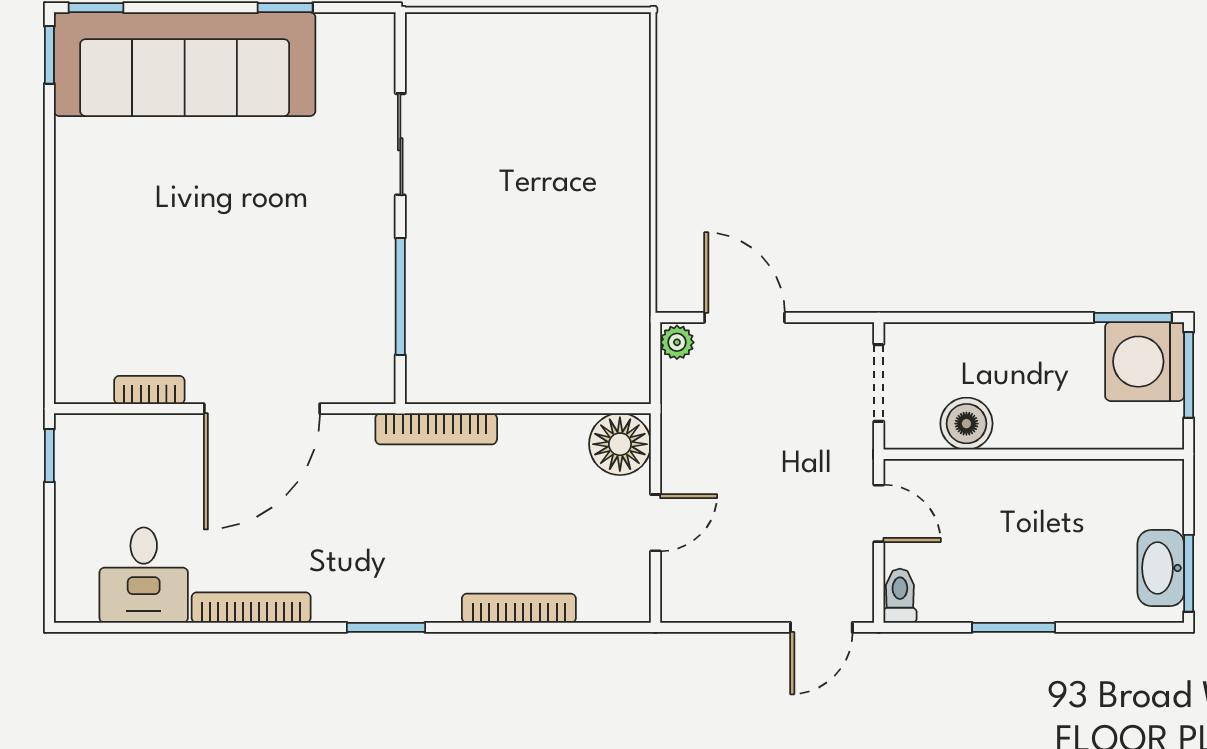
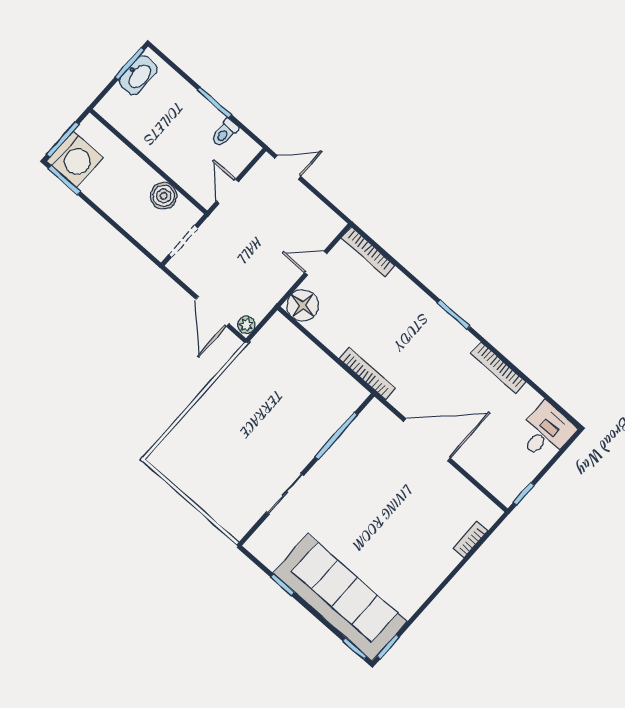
bookcase: (149, 390) -> (470, 540), moved, turned 90
desk: (144, 575) -> (546, 432), moved
toilet: (900, 596) -> (225, 133), moved
bookcase: (519, 608) -> (368, 252), moved

